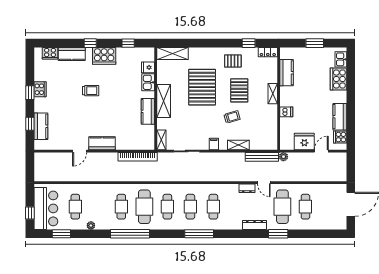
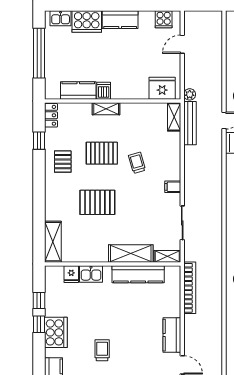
window: (90, 43) -> (39, 324), moved
window: (315, 43) -> (39, 53), width x2.11
pallet: (202, 87) -> (97, 202), width x0.73, depth x0.71
shelving: (164, 101) -> (131, 253), moved
kitchen counter: (148, 111) -> (138, 274), width x1.50
dishwasher: (286, 112) -> (104, 91), moved
kitchen counter: (340, 117) -> (120, 20), moved
fridge: (304, 141) -> (162, 88), moved, turned 90
shelving: (238, 145) -> (174, 117), moved
door: (321, 151) -> (182, 44), hinge flipped

